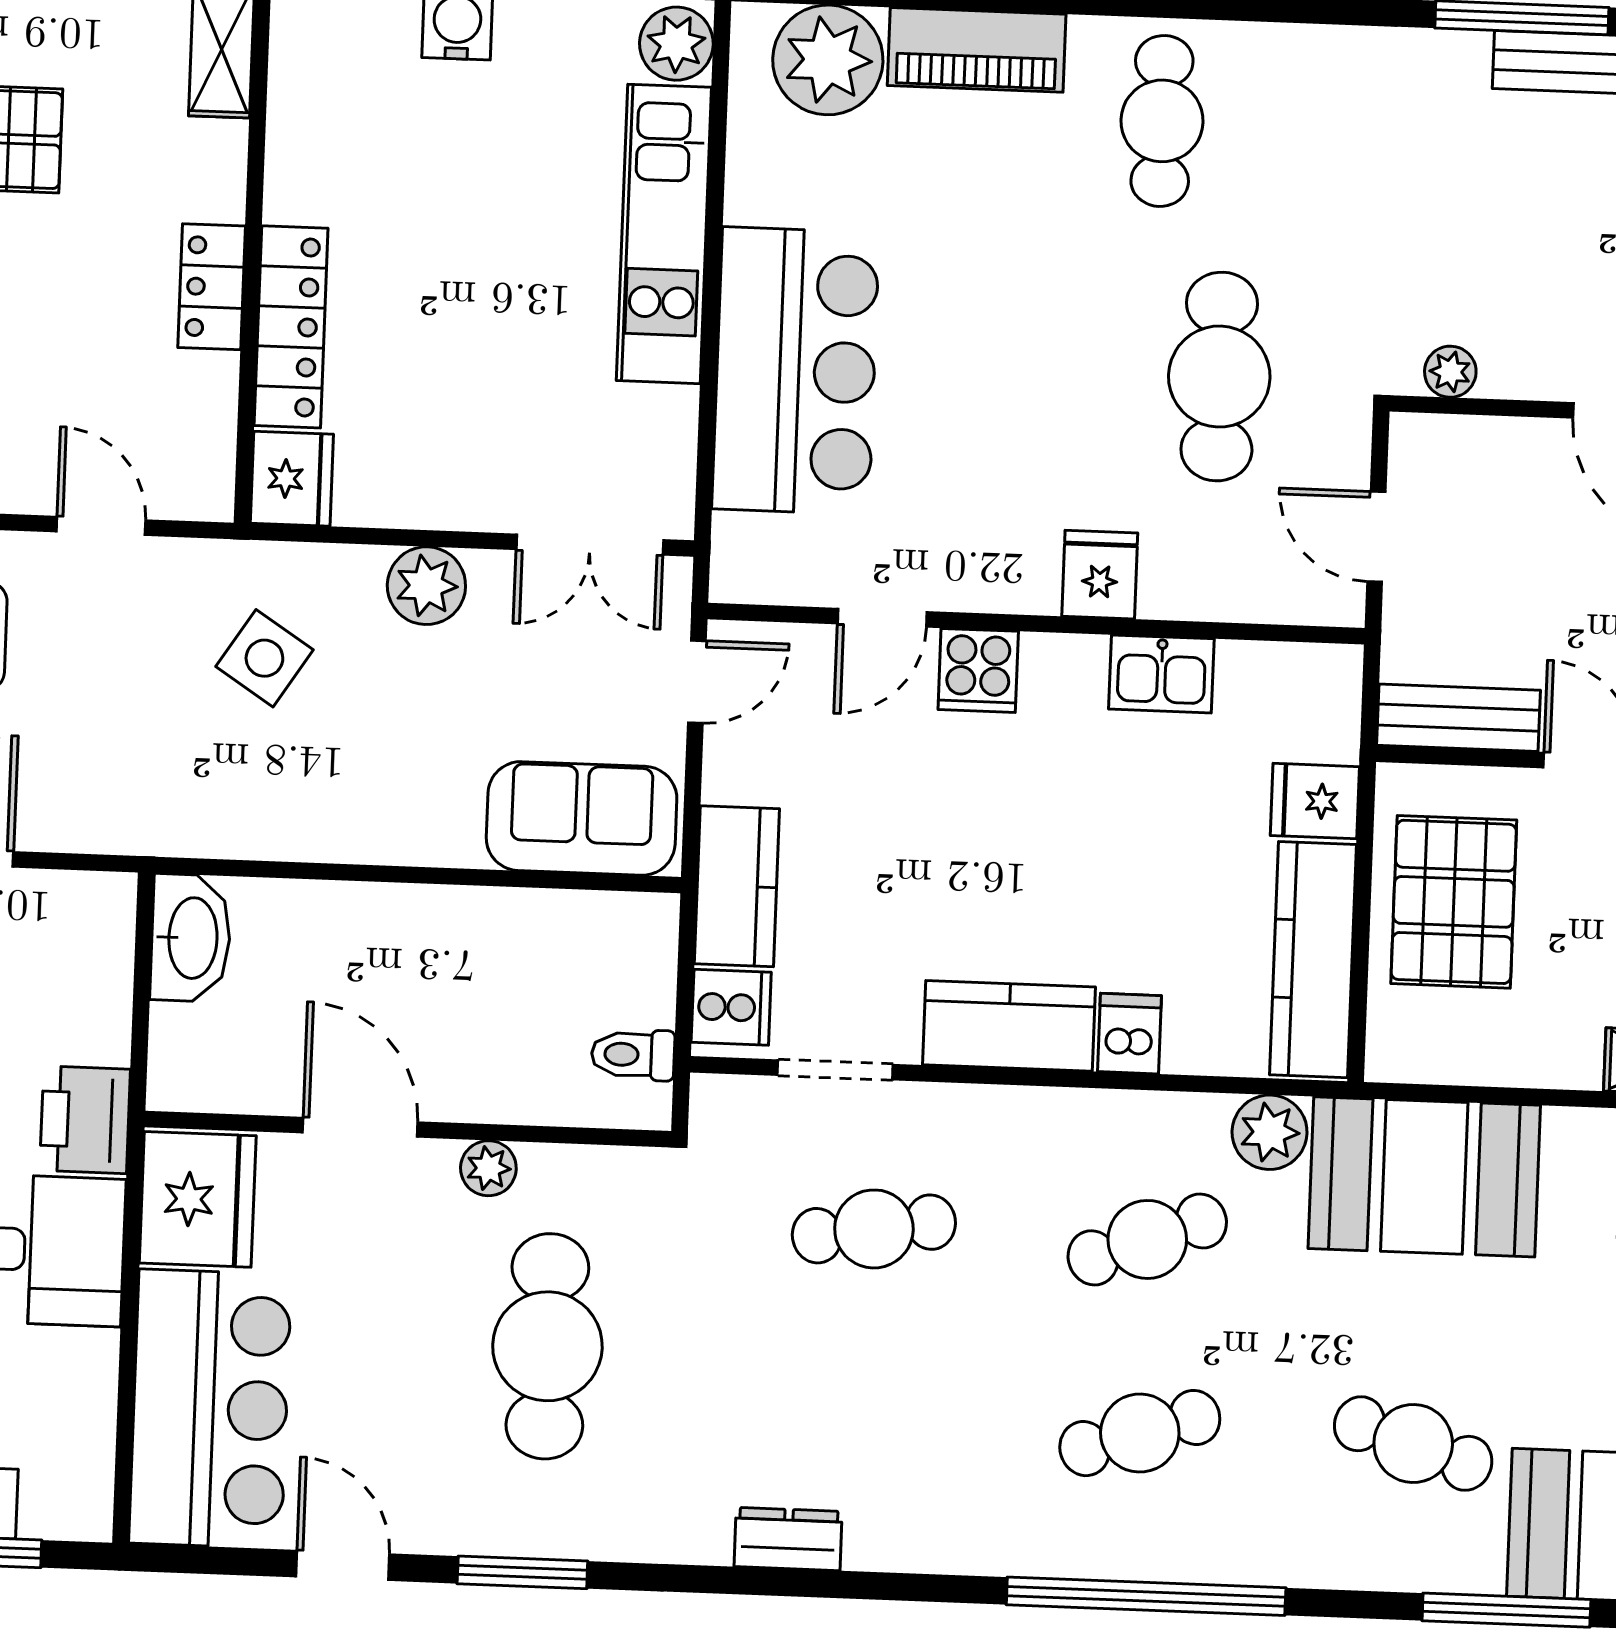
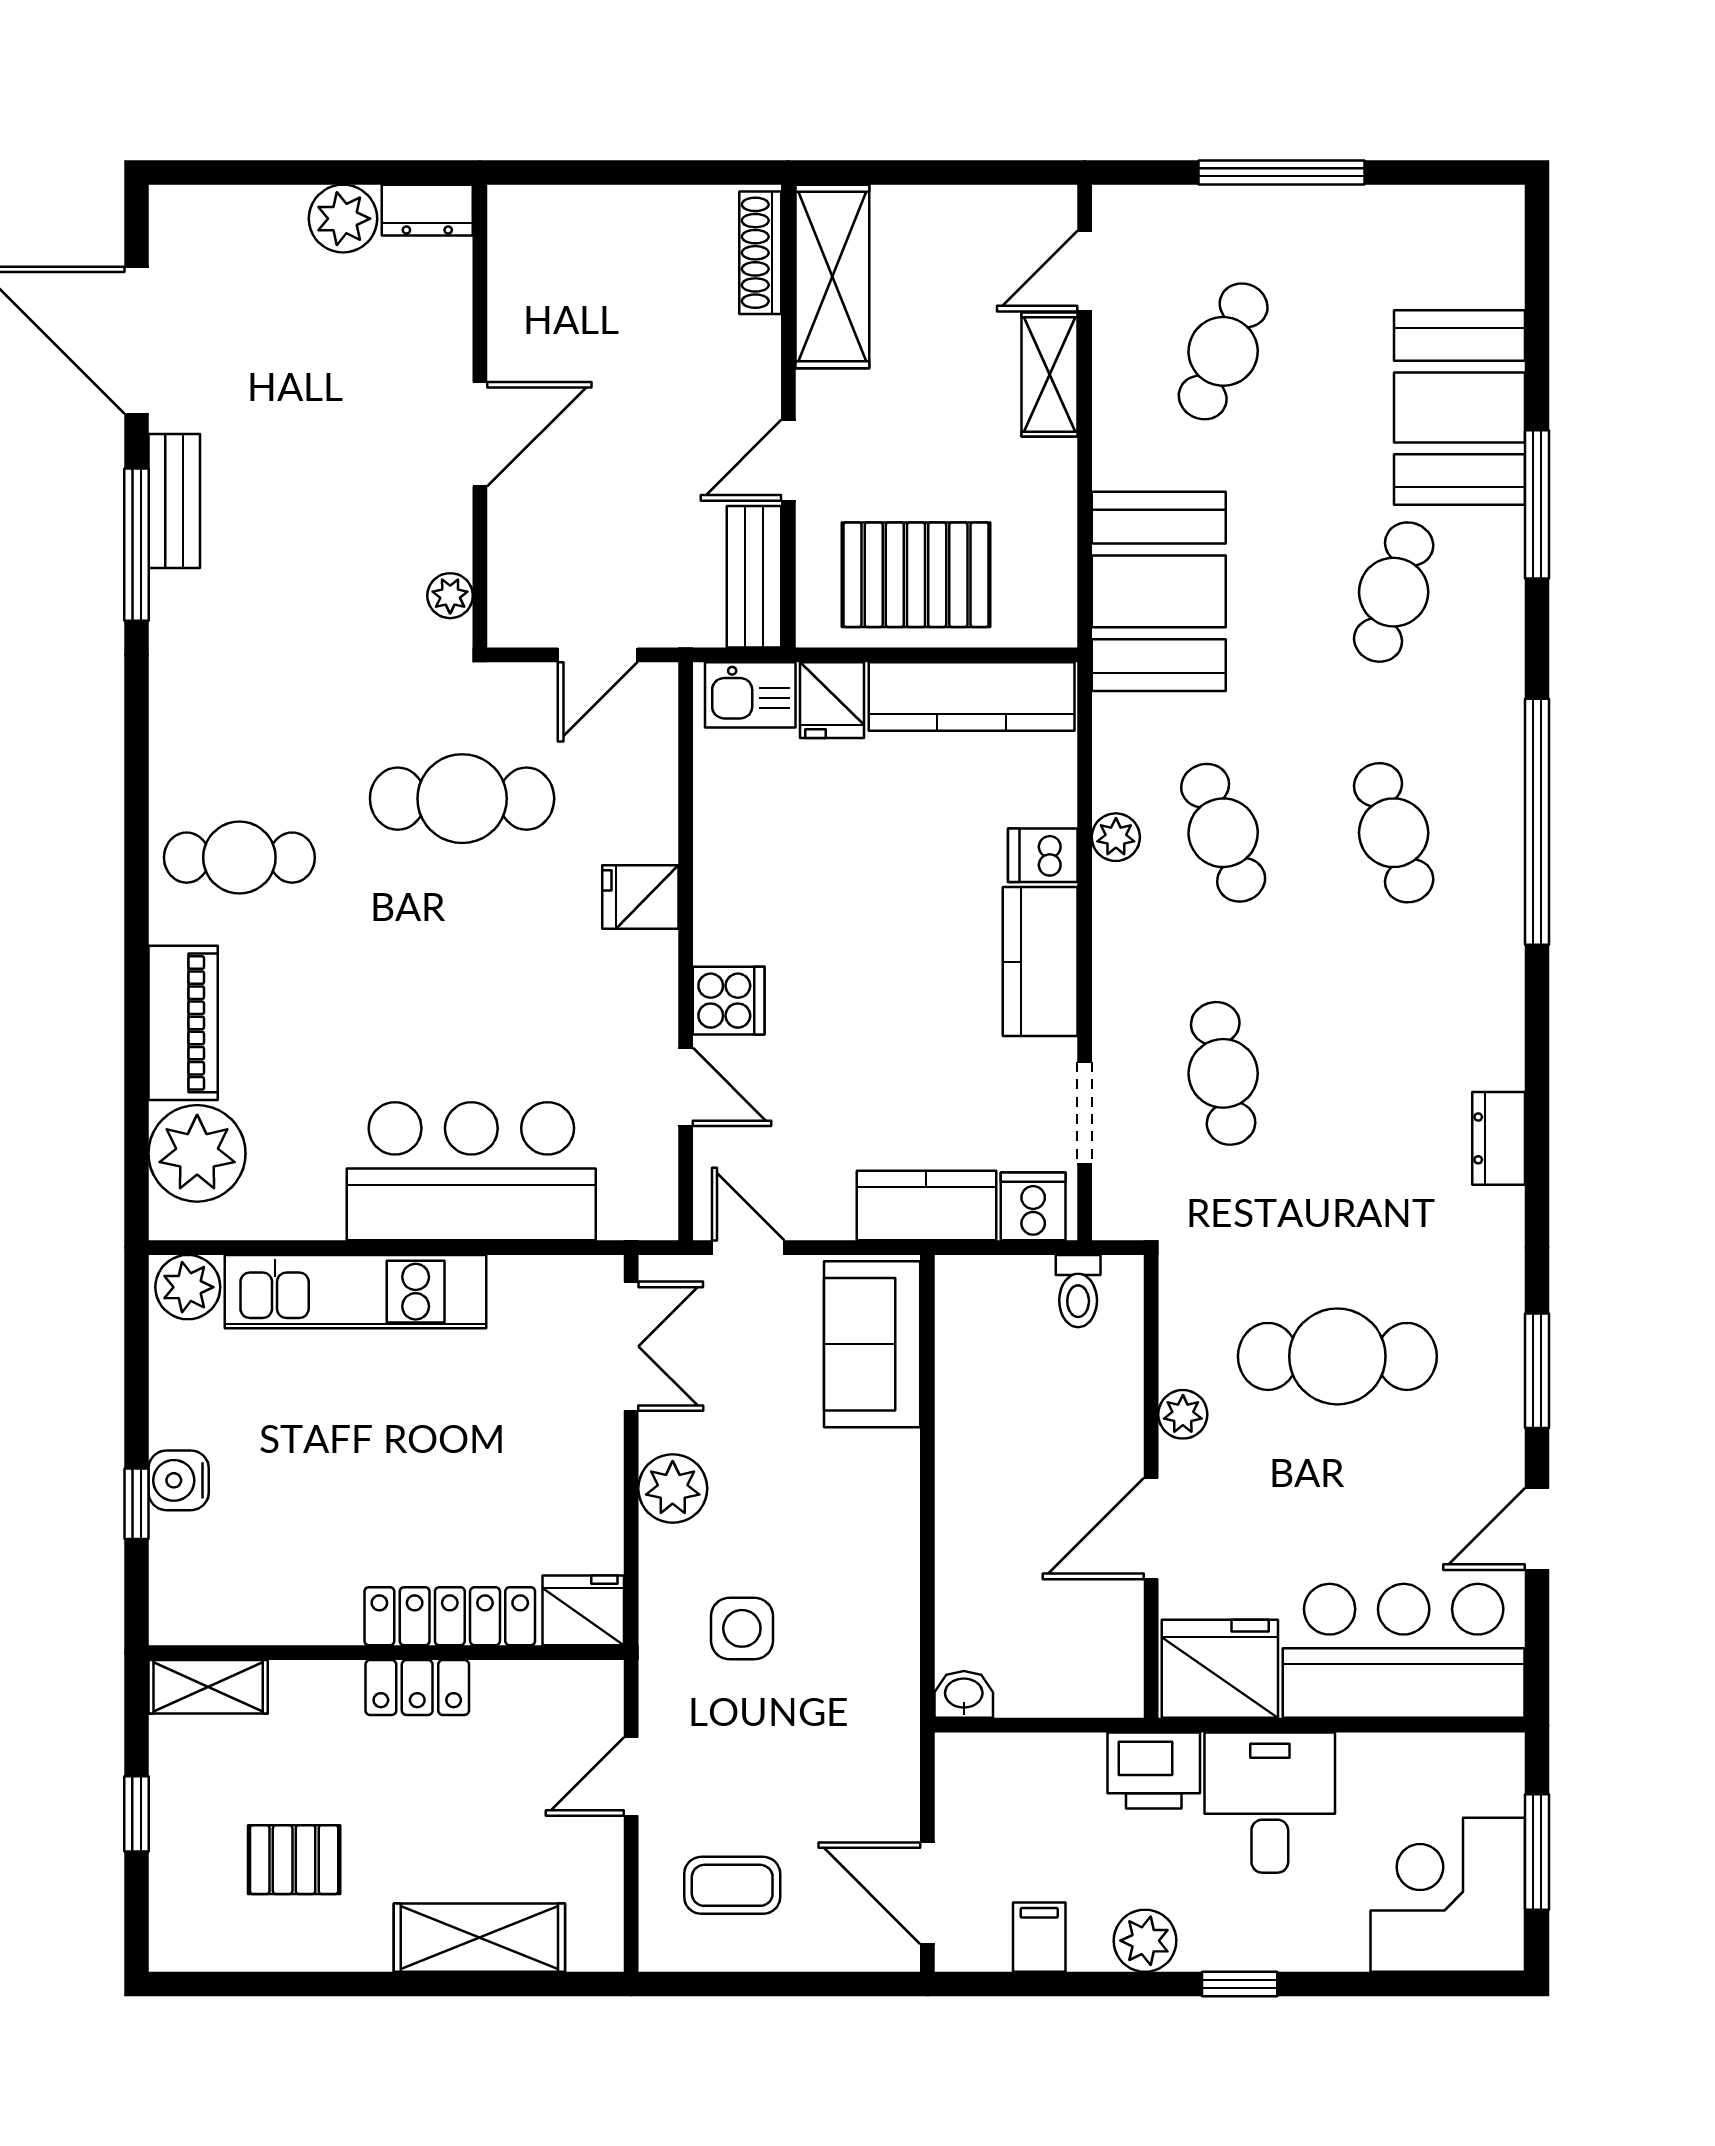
side table: (264, 658) -> (742, 1628), turned -33
kitchen sink: (1161, 674) -> (750, 695), moved, turned 90
washbasin: (191, 938) -> (964, 1694), width x0.52, depth x0.69
plant: (1270, 1132) -> (1116, 837), moved, width x0.73, depth x0.73

